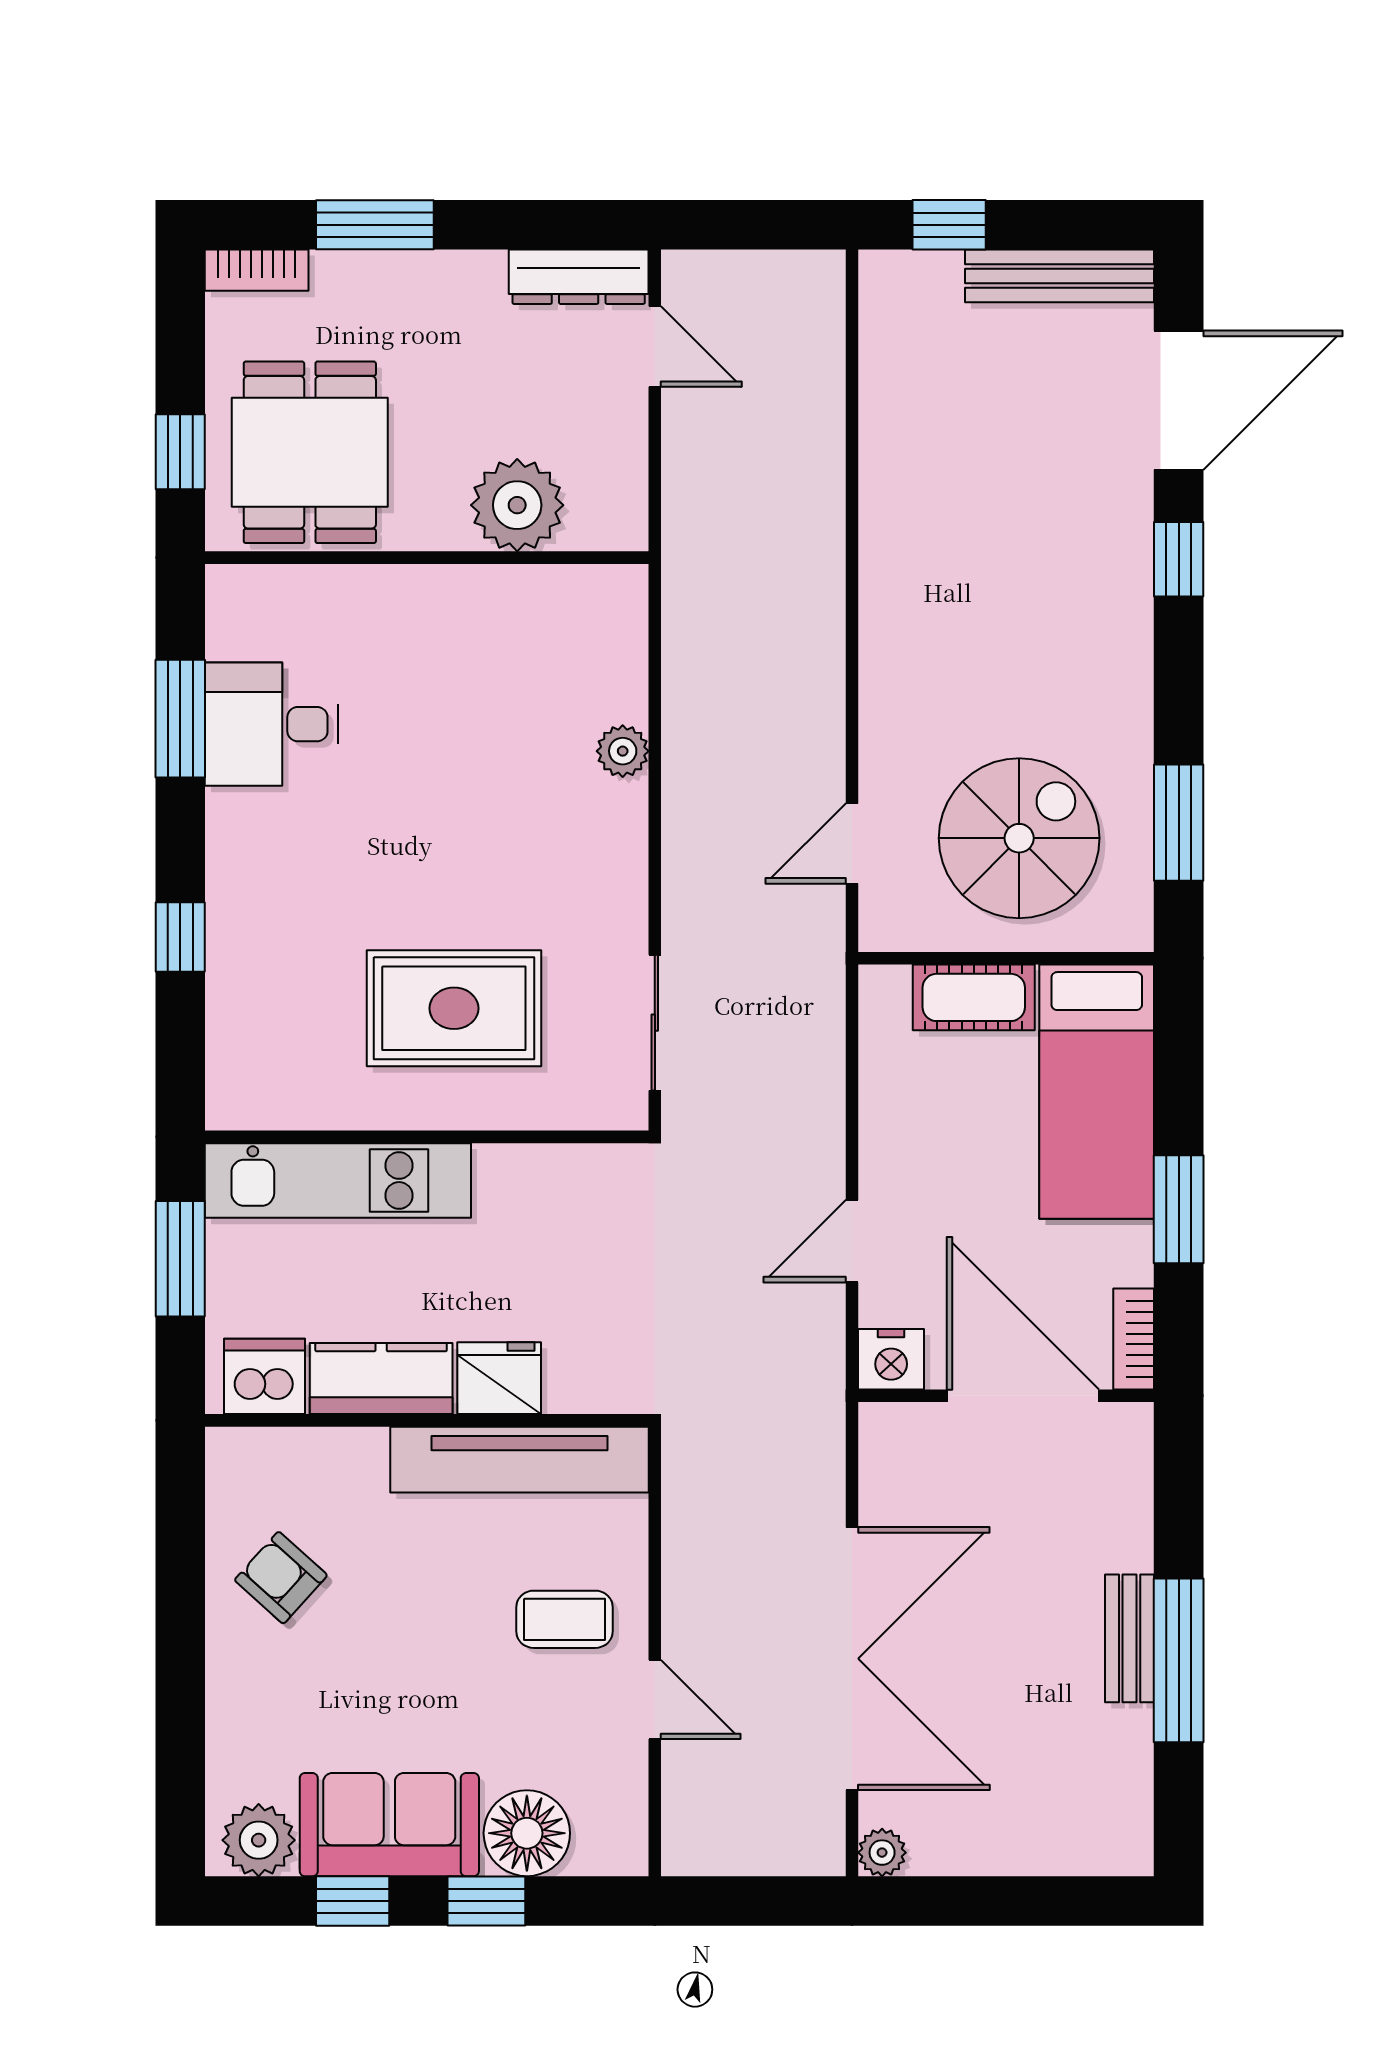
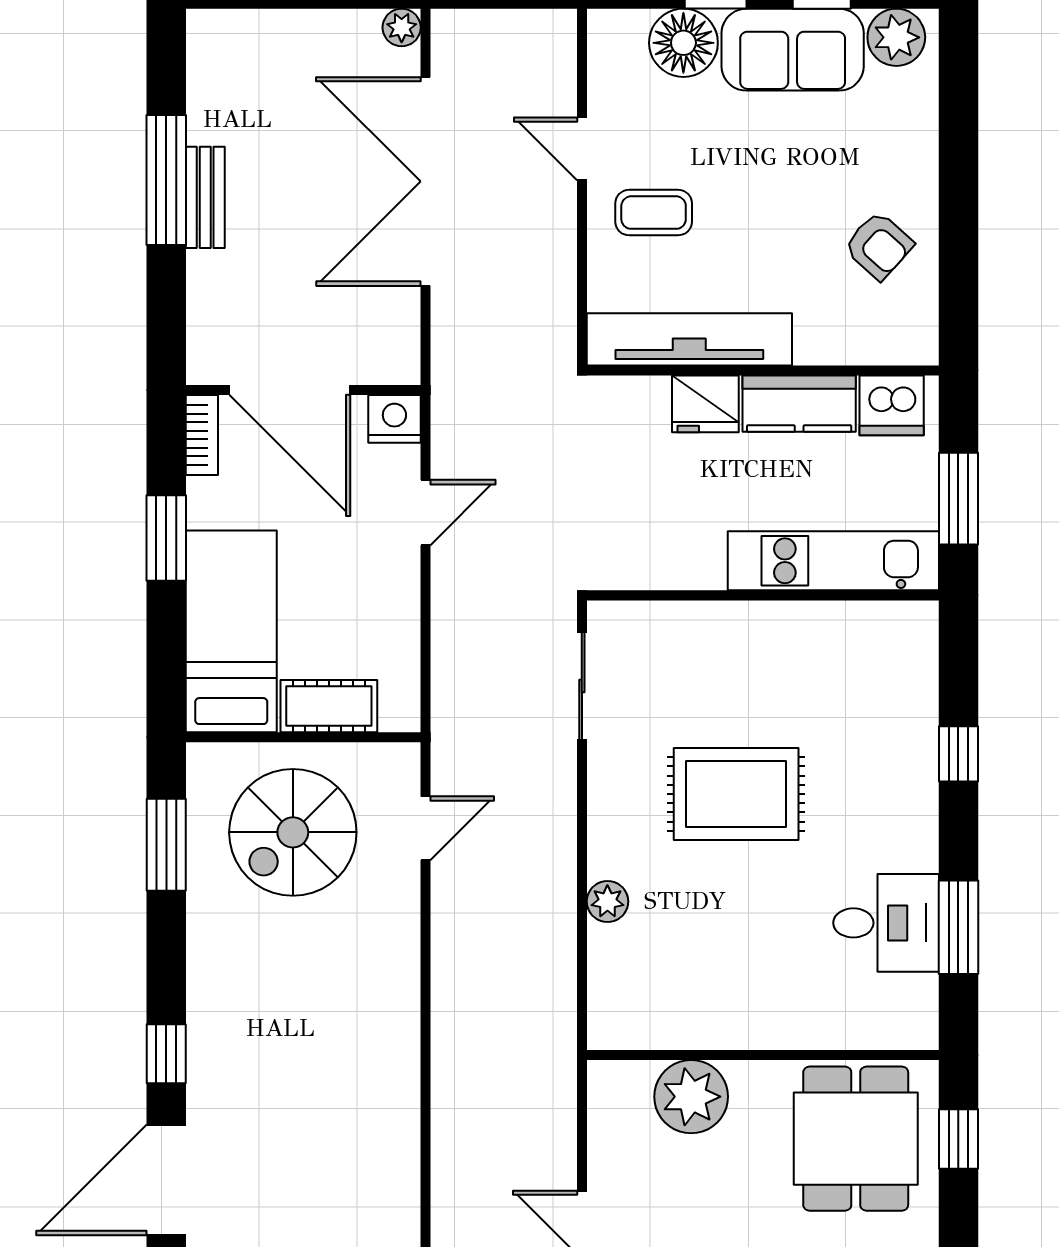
rug: (454, 1008) -> (736, 794), moved

